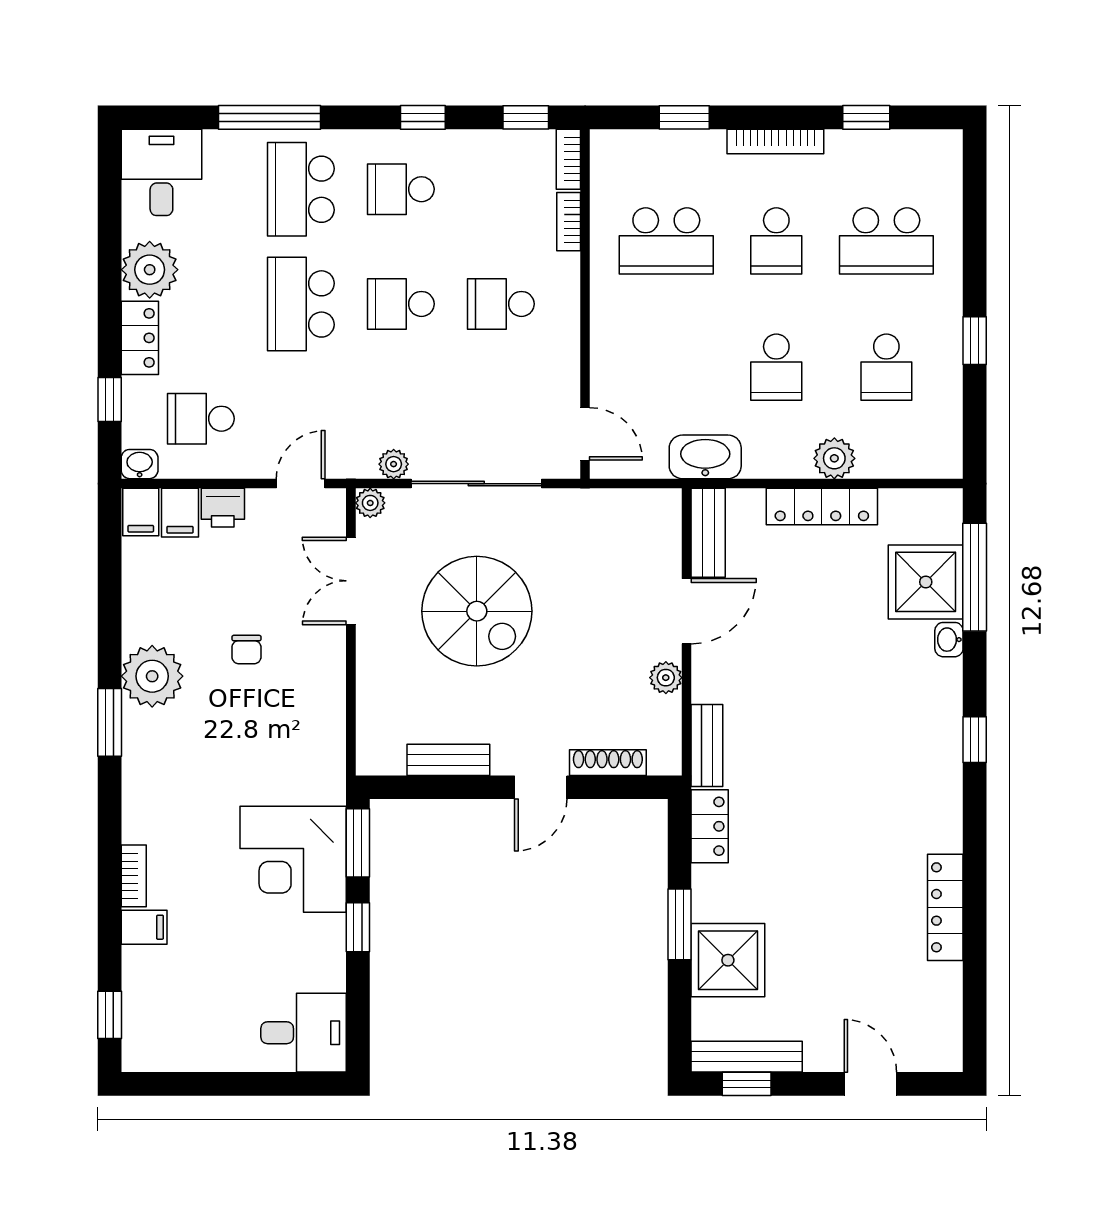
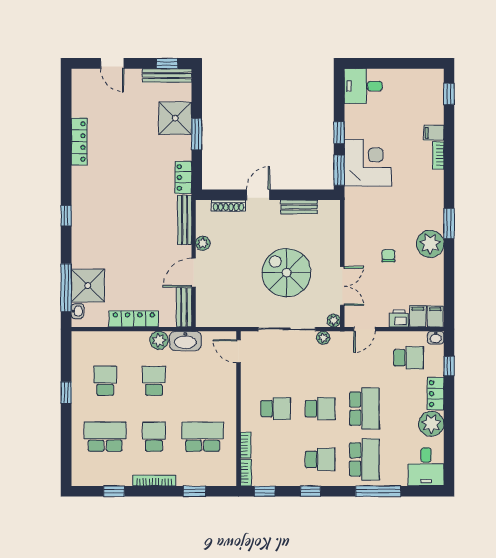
plant: (834, 458) -> (159, 340), moved
washbasin: (949, 640) -> (77, 311), moved
bench: (707, 745) -> (185, 220), width x1.36

